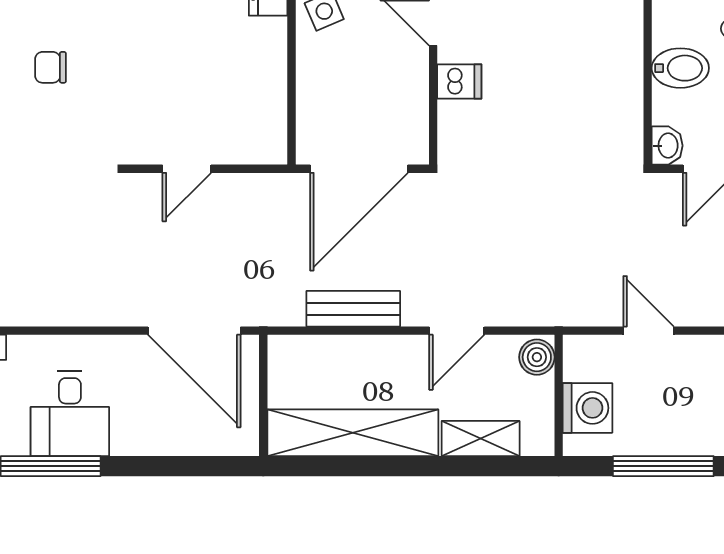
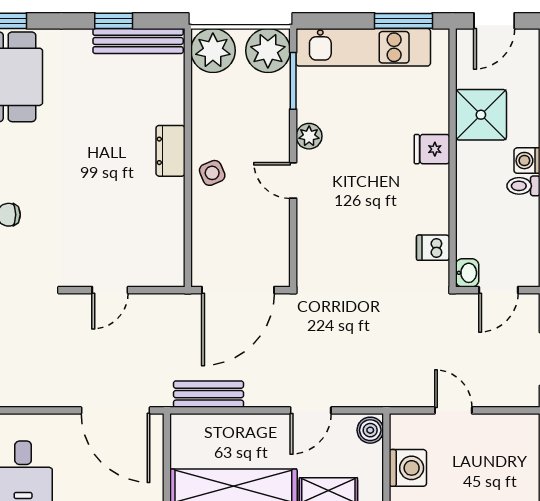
bidet: (680, 68) -> (477, 215), removed
dishwasher: (459, 81) -> (433, 248), moved, turned 180
bench: (353, 309) -> (209, 394), moved

